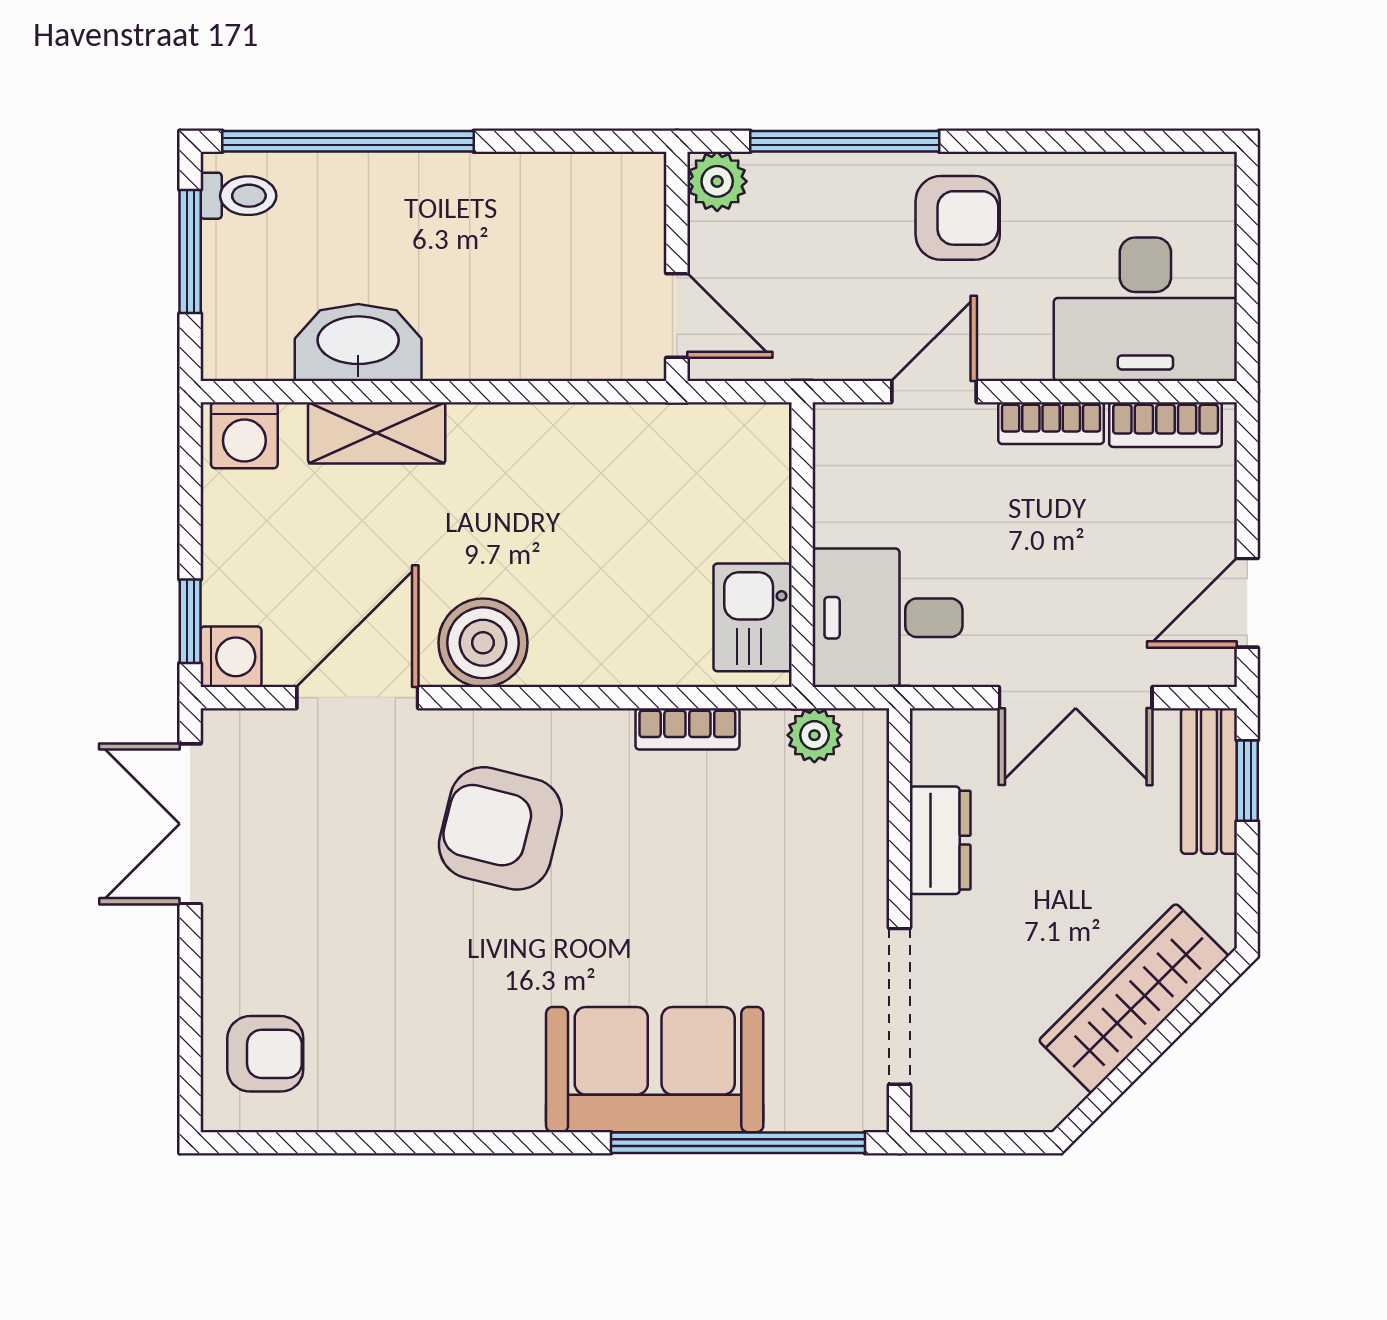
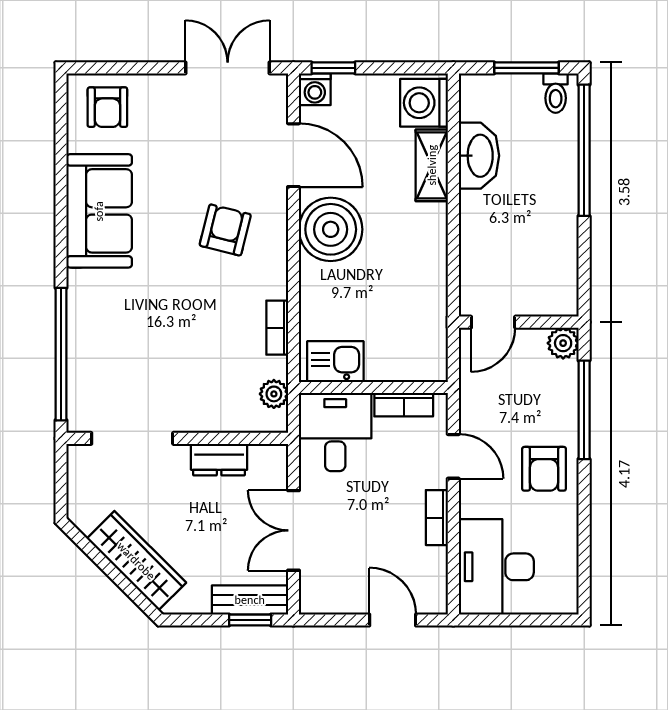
bookcase: (1166, 425) -> (404, 405), moved, turned -90
washing machine: (244, 435) -> (424, 103), width x1.38, depth x1.38
door: (1247, 603) -> (393, 620), moved
boiler: (483, 643) -> (331, 229), width x1.37, depth x1.37
armchair: (500, 828) -> (225, 230), width x0.72, depth x0.72
sofa: (655, 1070) -> (99, 211), moved

